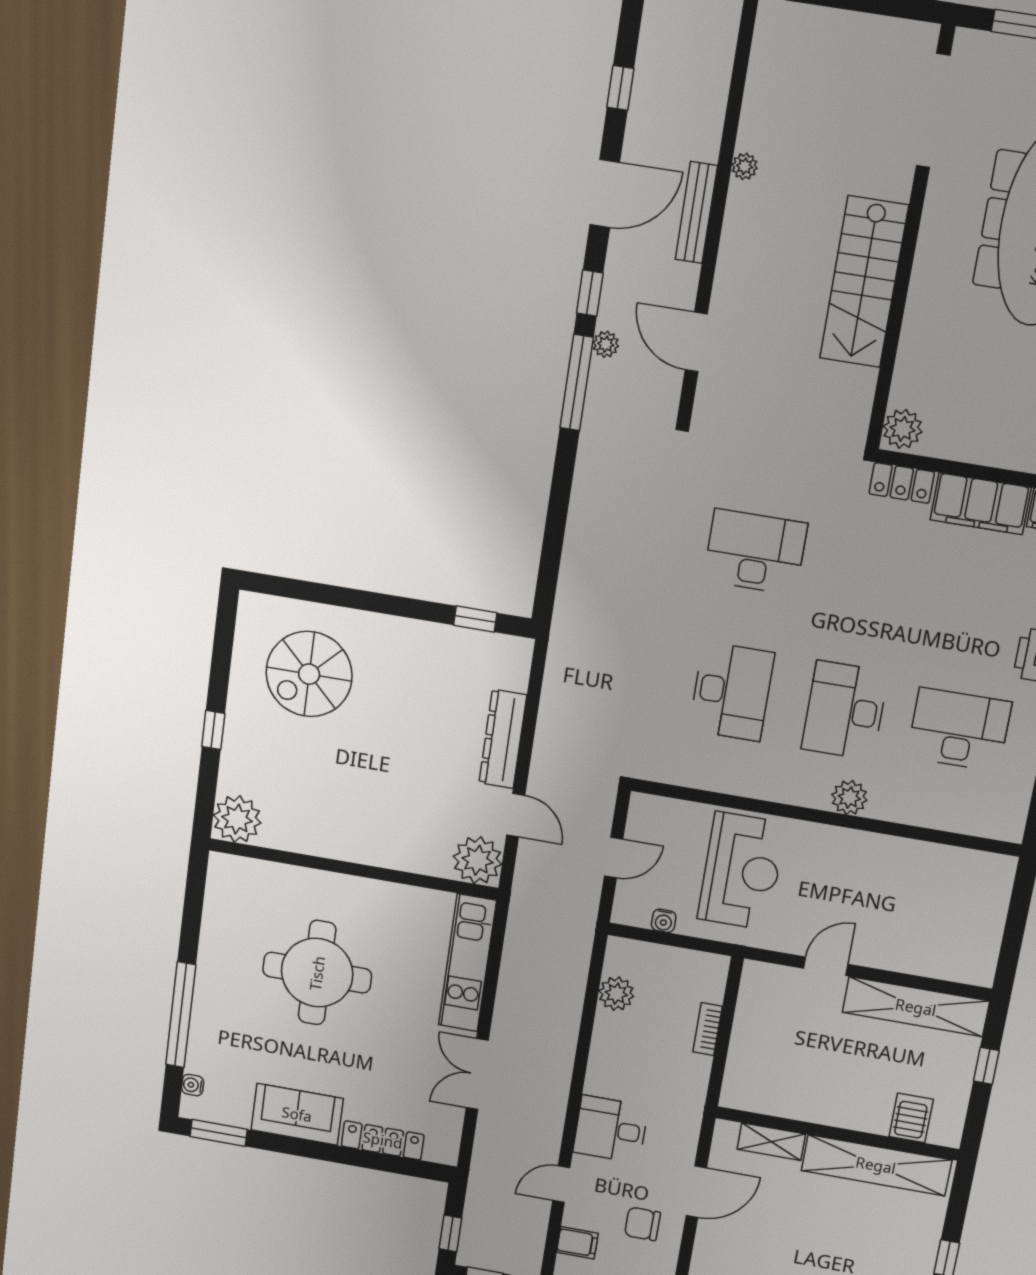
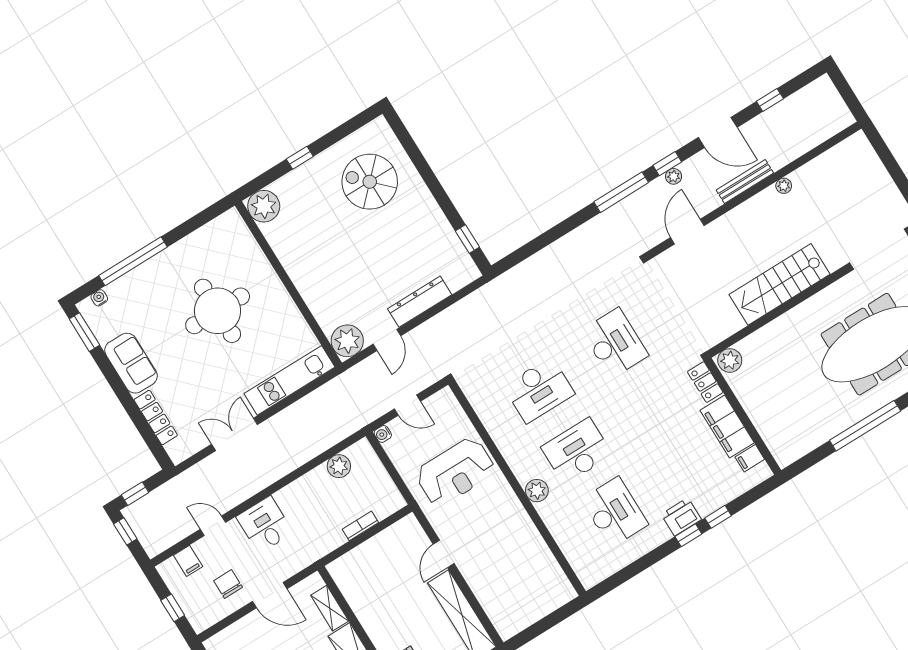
plant: (606, 344) -> (674, 176), moved
water cooler: (664, 921) -> (383, 434), moved
door: (826, 966) -> (444, 554), swing flipped

